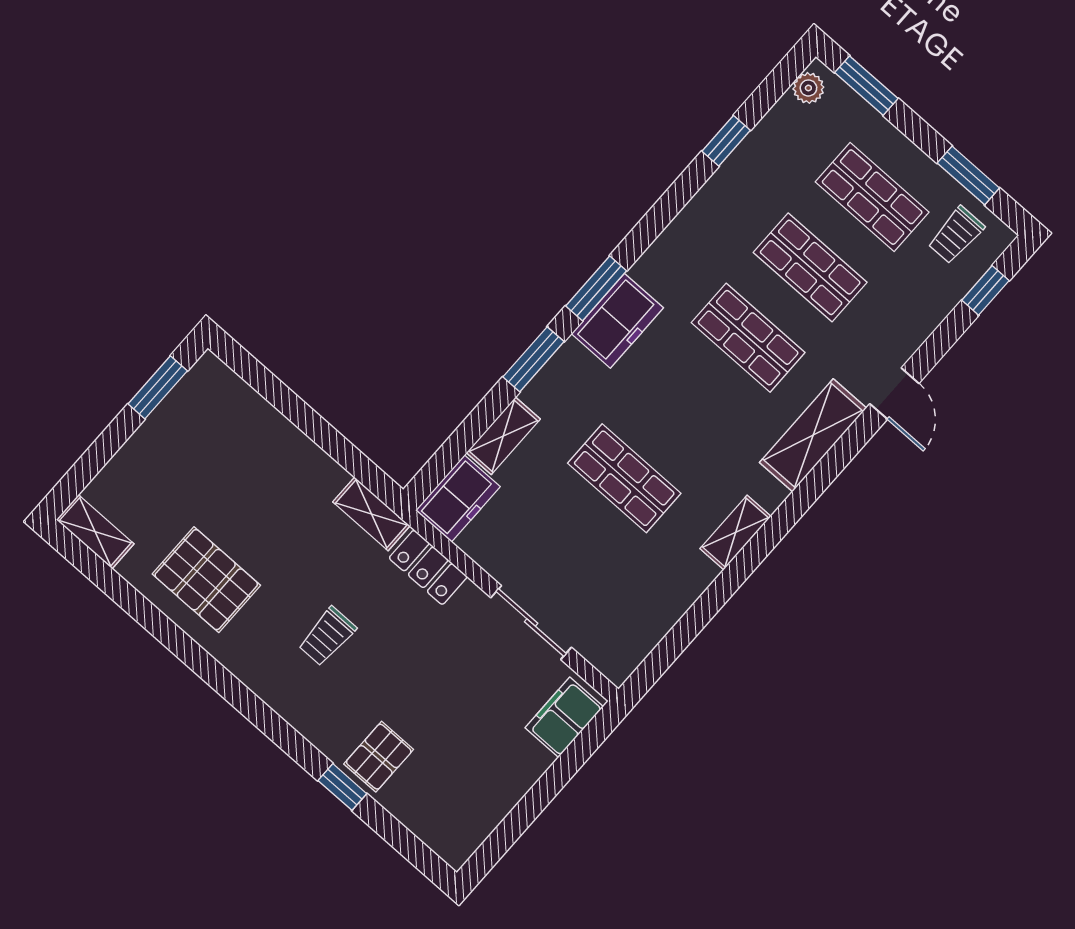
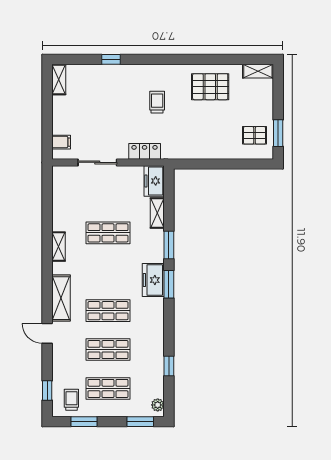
shelving: (371, 514) -> (59, 79), moved, turned 90
filing cabinet: (564, 717) -> (61, 142), width x0.50
pallet: (379, 757) -> (254, 135), moved, turned 90

